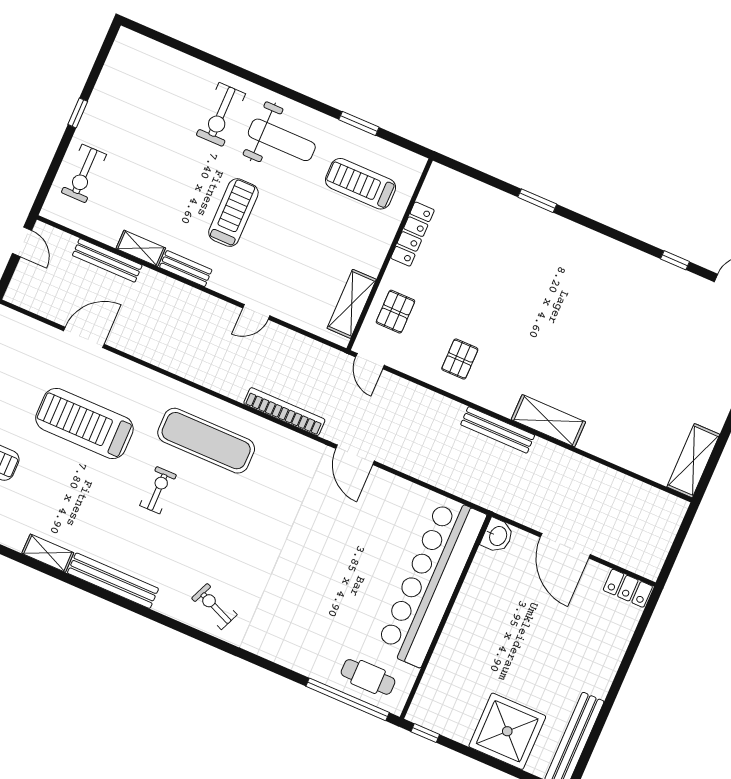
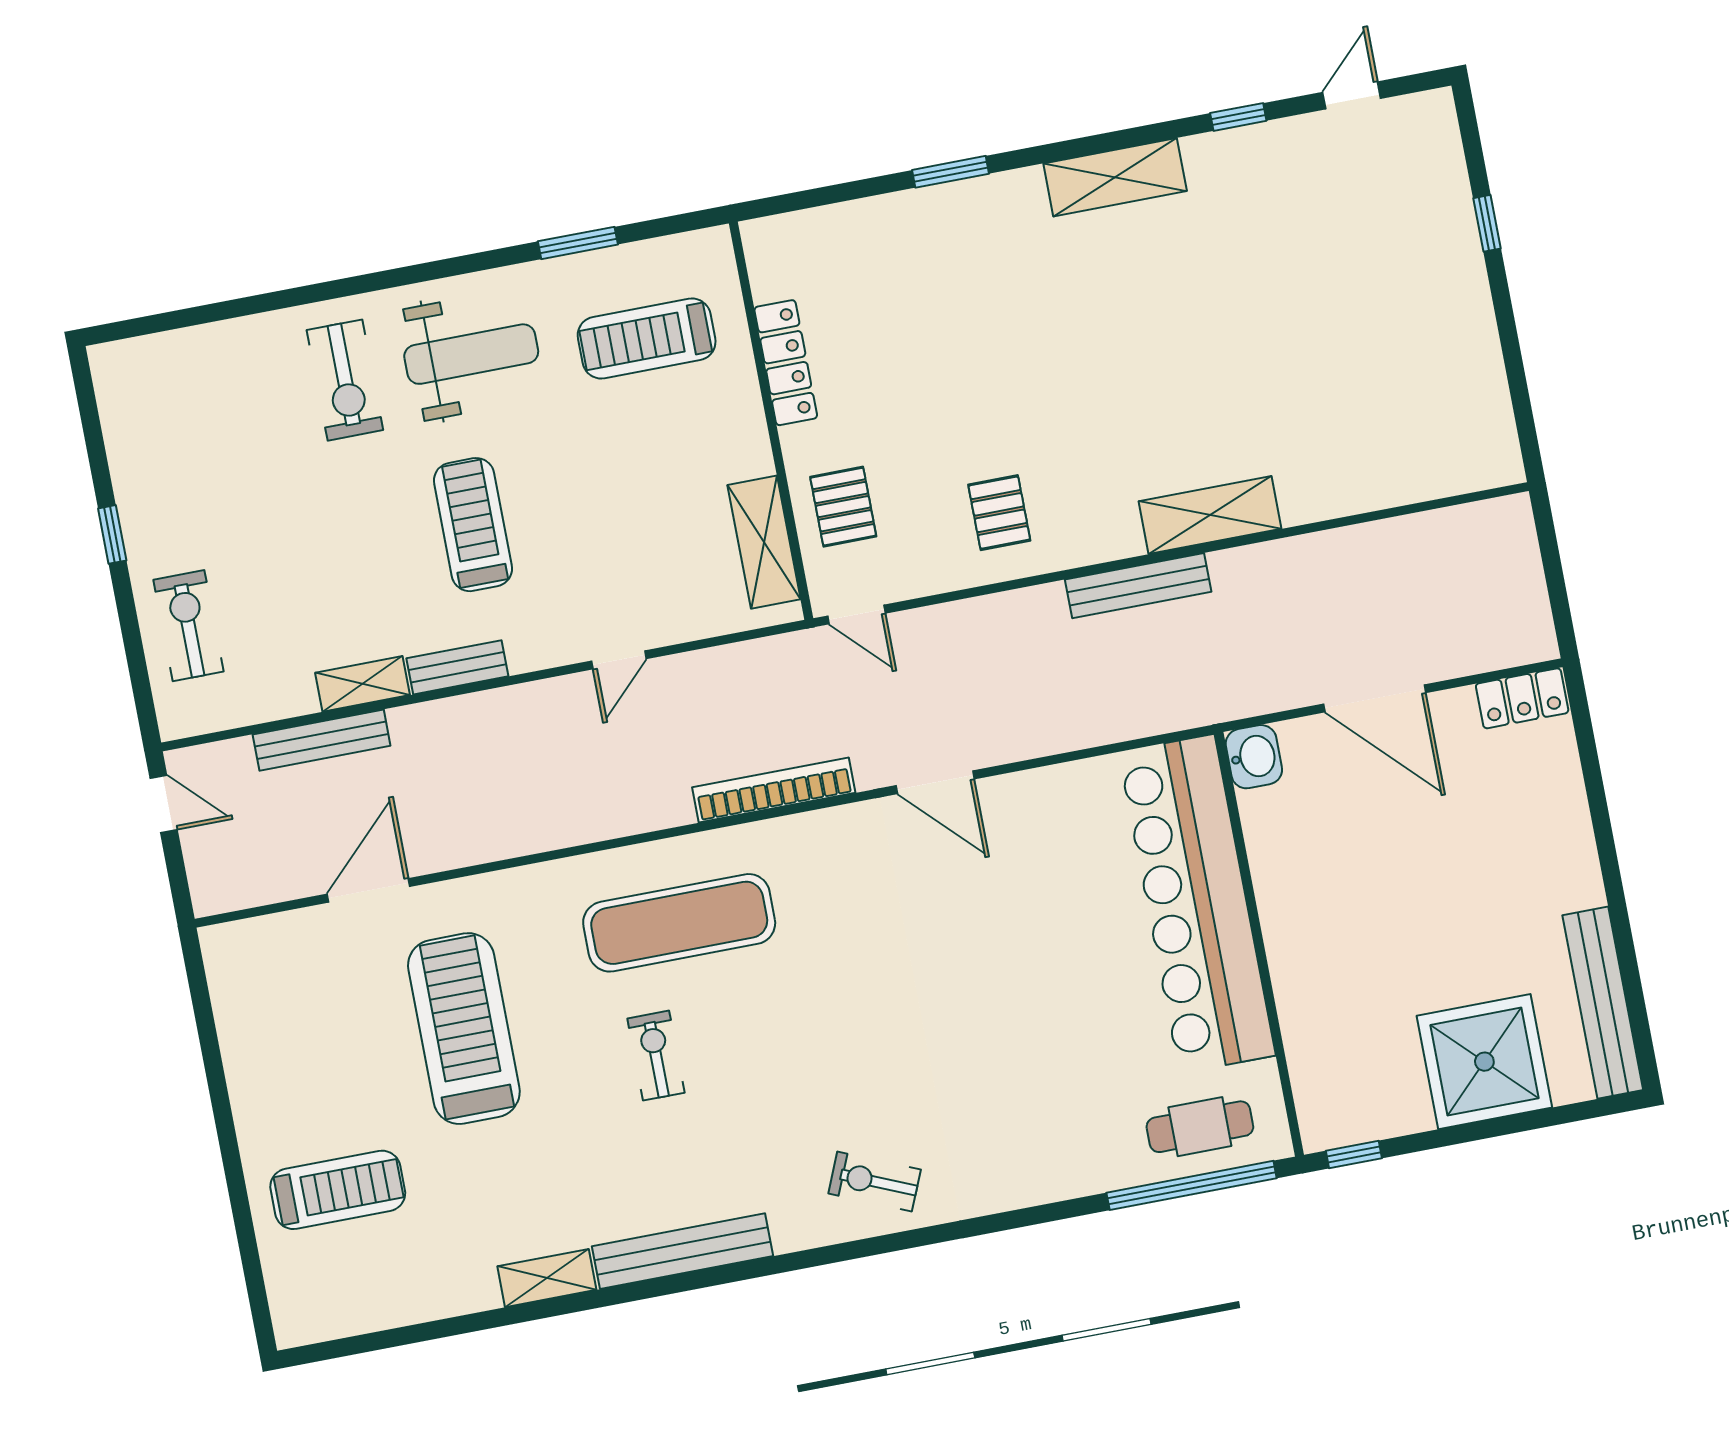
exercise bike: (84, 174) -> (188, 626), turned 180
treadmill: (84, 423) -> (464, 1029), turned 90
shelving: (693, 461) -> (1115, 177), moved, turned 90

